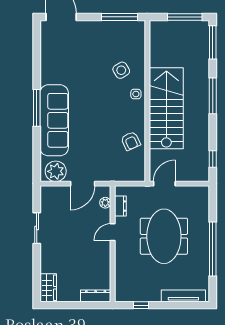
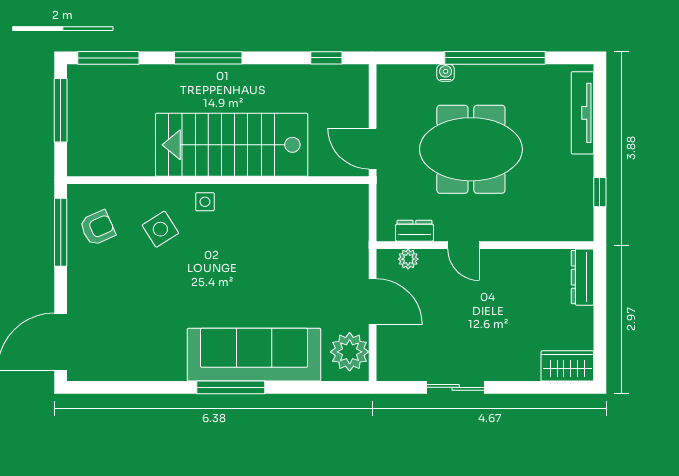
armchair: (131, 141) -> (97, 228), moved
water cooler: (205, 223) -> (446, 73), added

